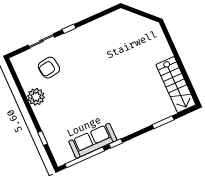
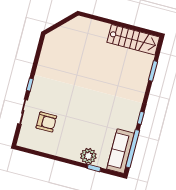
armchair: (49, 68) -> (46, 122), turned -82
plant: (36, 97) -> (88, 156), moved
sofa: (93, 141) -> (121, 151), moved

